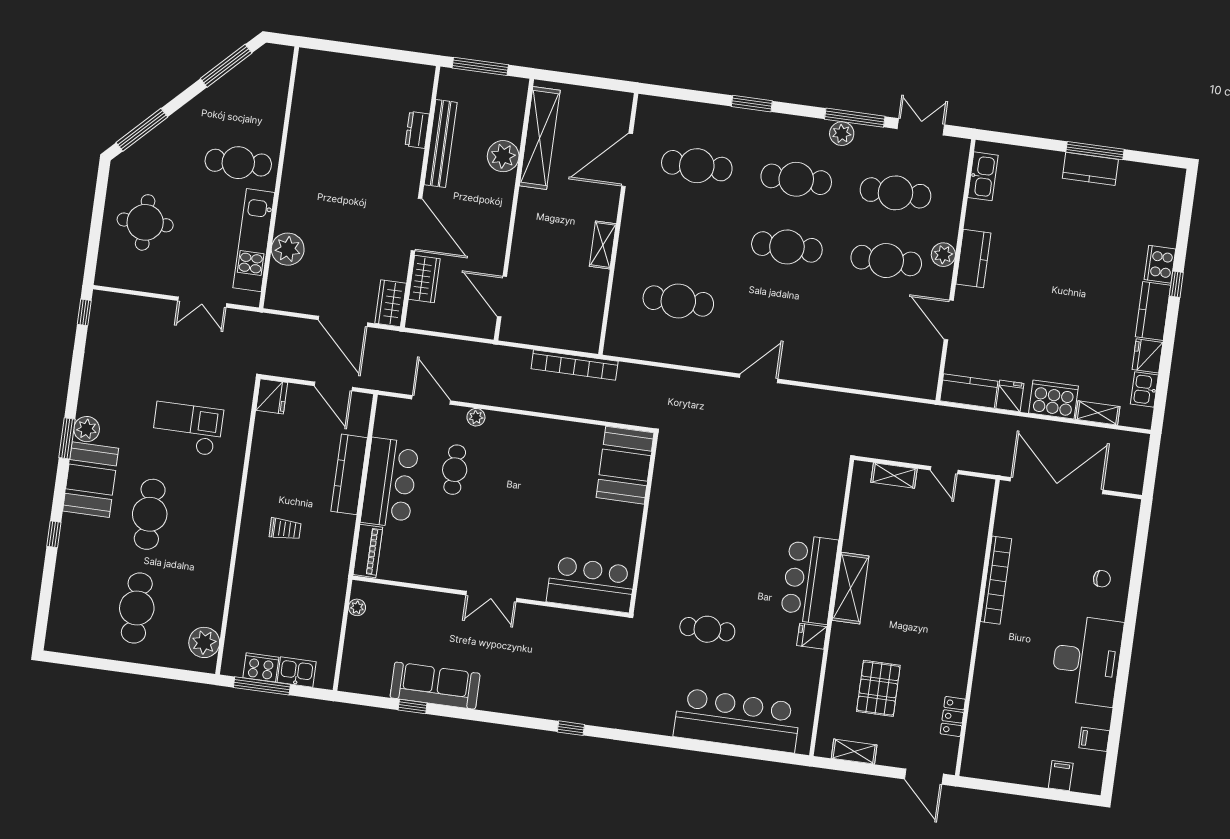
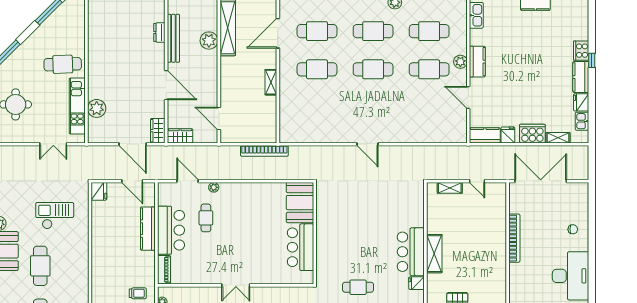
wardrobe: (424, 279) -> (180, 136), moved, turned -90
cafe table: (678, 301) -> (317, 69), moved
door: (759, 378) -> (367, 144), swing flipped
trolley: (285, 529) -> (138, 293), moved
bar counter: (591, 584) -> (300, 247), moved, turned -90

